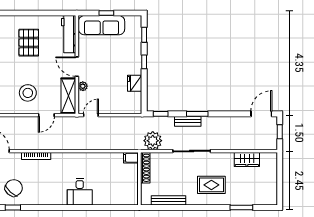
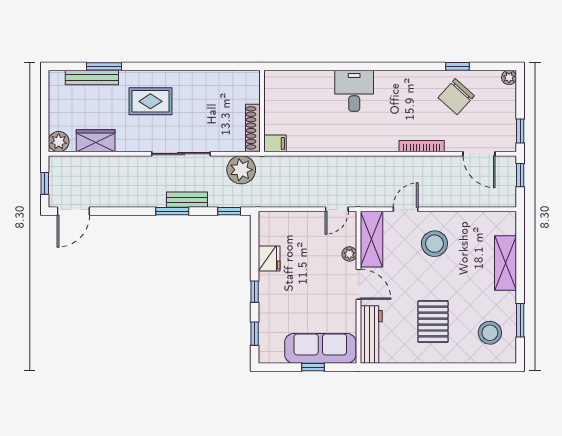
plant: (271, 159) -> (59, 142), added
bench: (169, 200) -> (92, 78), moved

